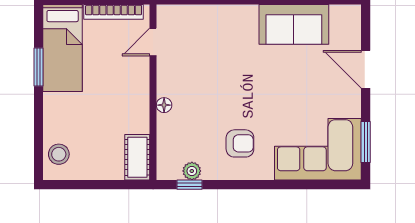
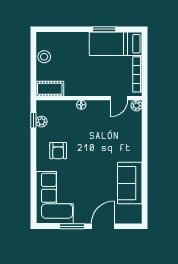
plant: (165, 13) -> (136, 106), added
door: (153, 42) -> (119, 98), swing flipped
window: (366, 142) -> (72, 226), moved
stool: (59, 154) -> (44, 57), moved

